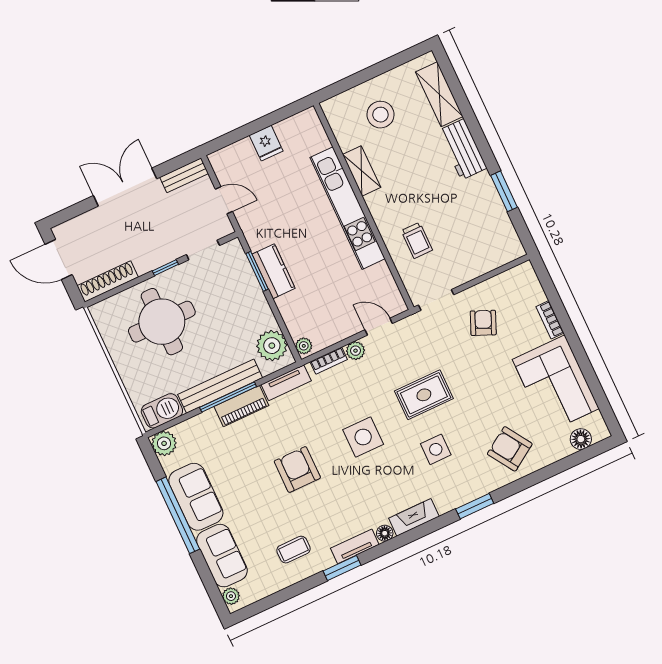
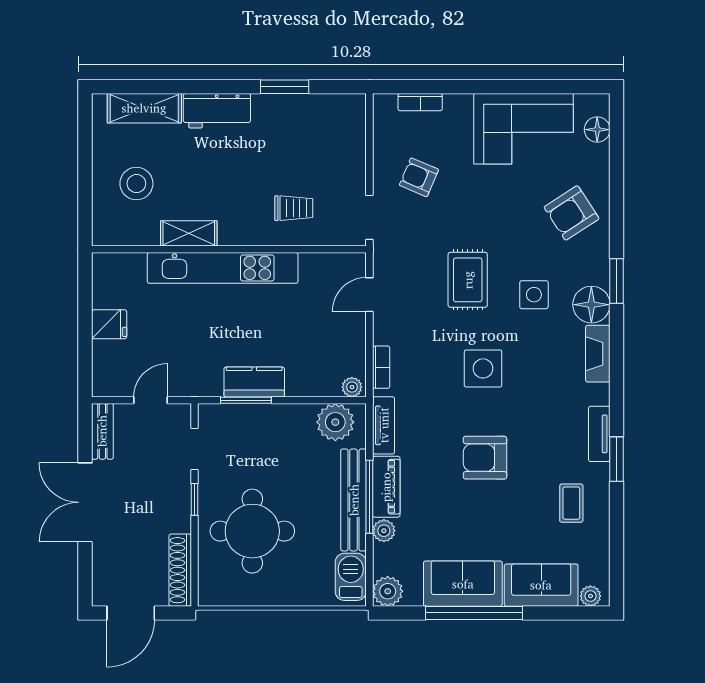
bookcase: (550, 320) -> (420, 102), moved
plant: (356, 351) -> (384, 531), moved
floor lamp: (385, 533) -> (591, 305), moved, width x1.89, depth x1.89

